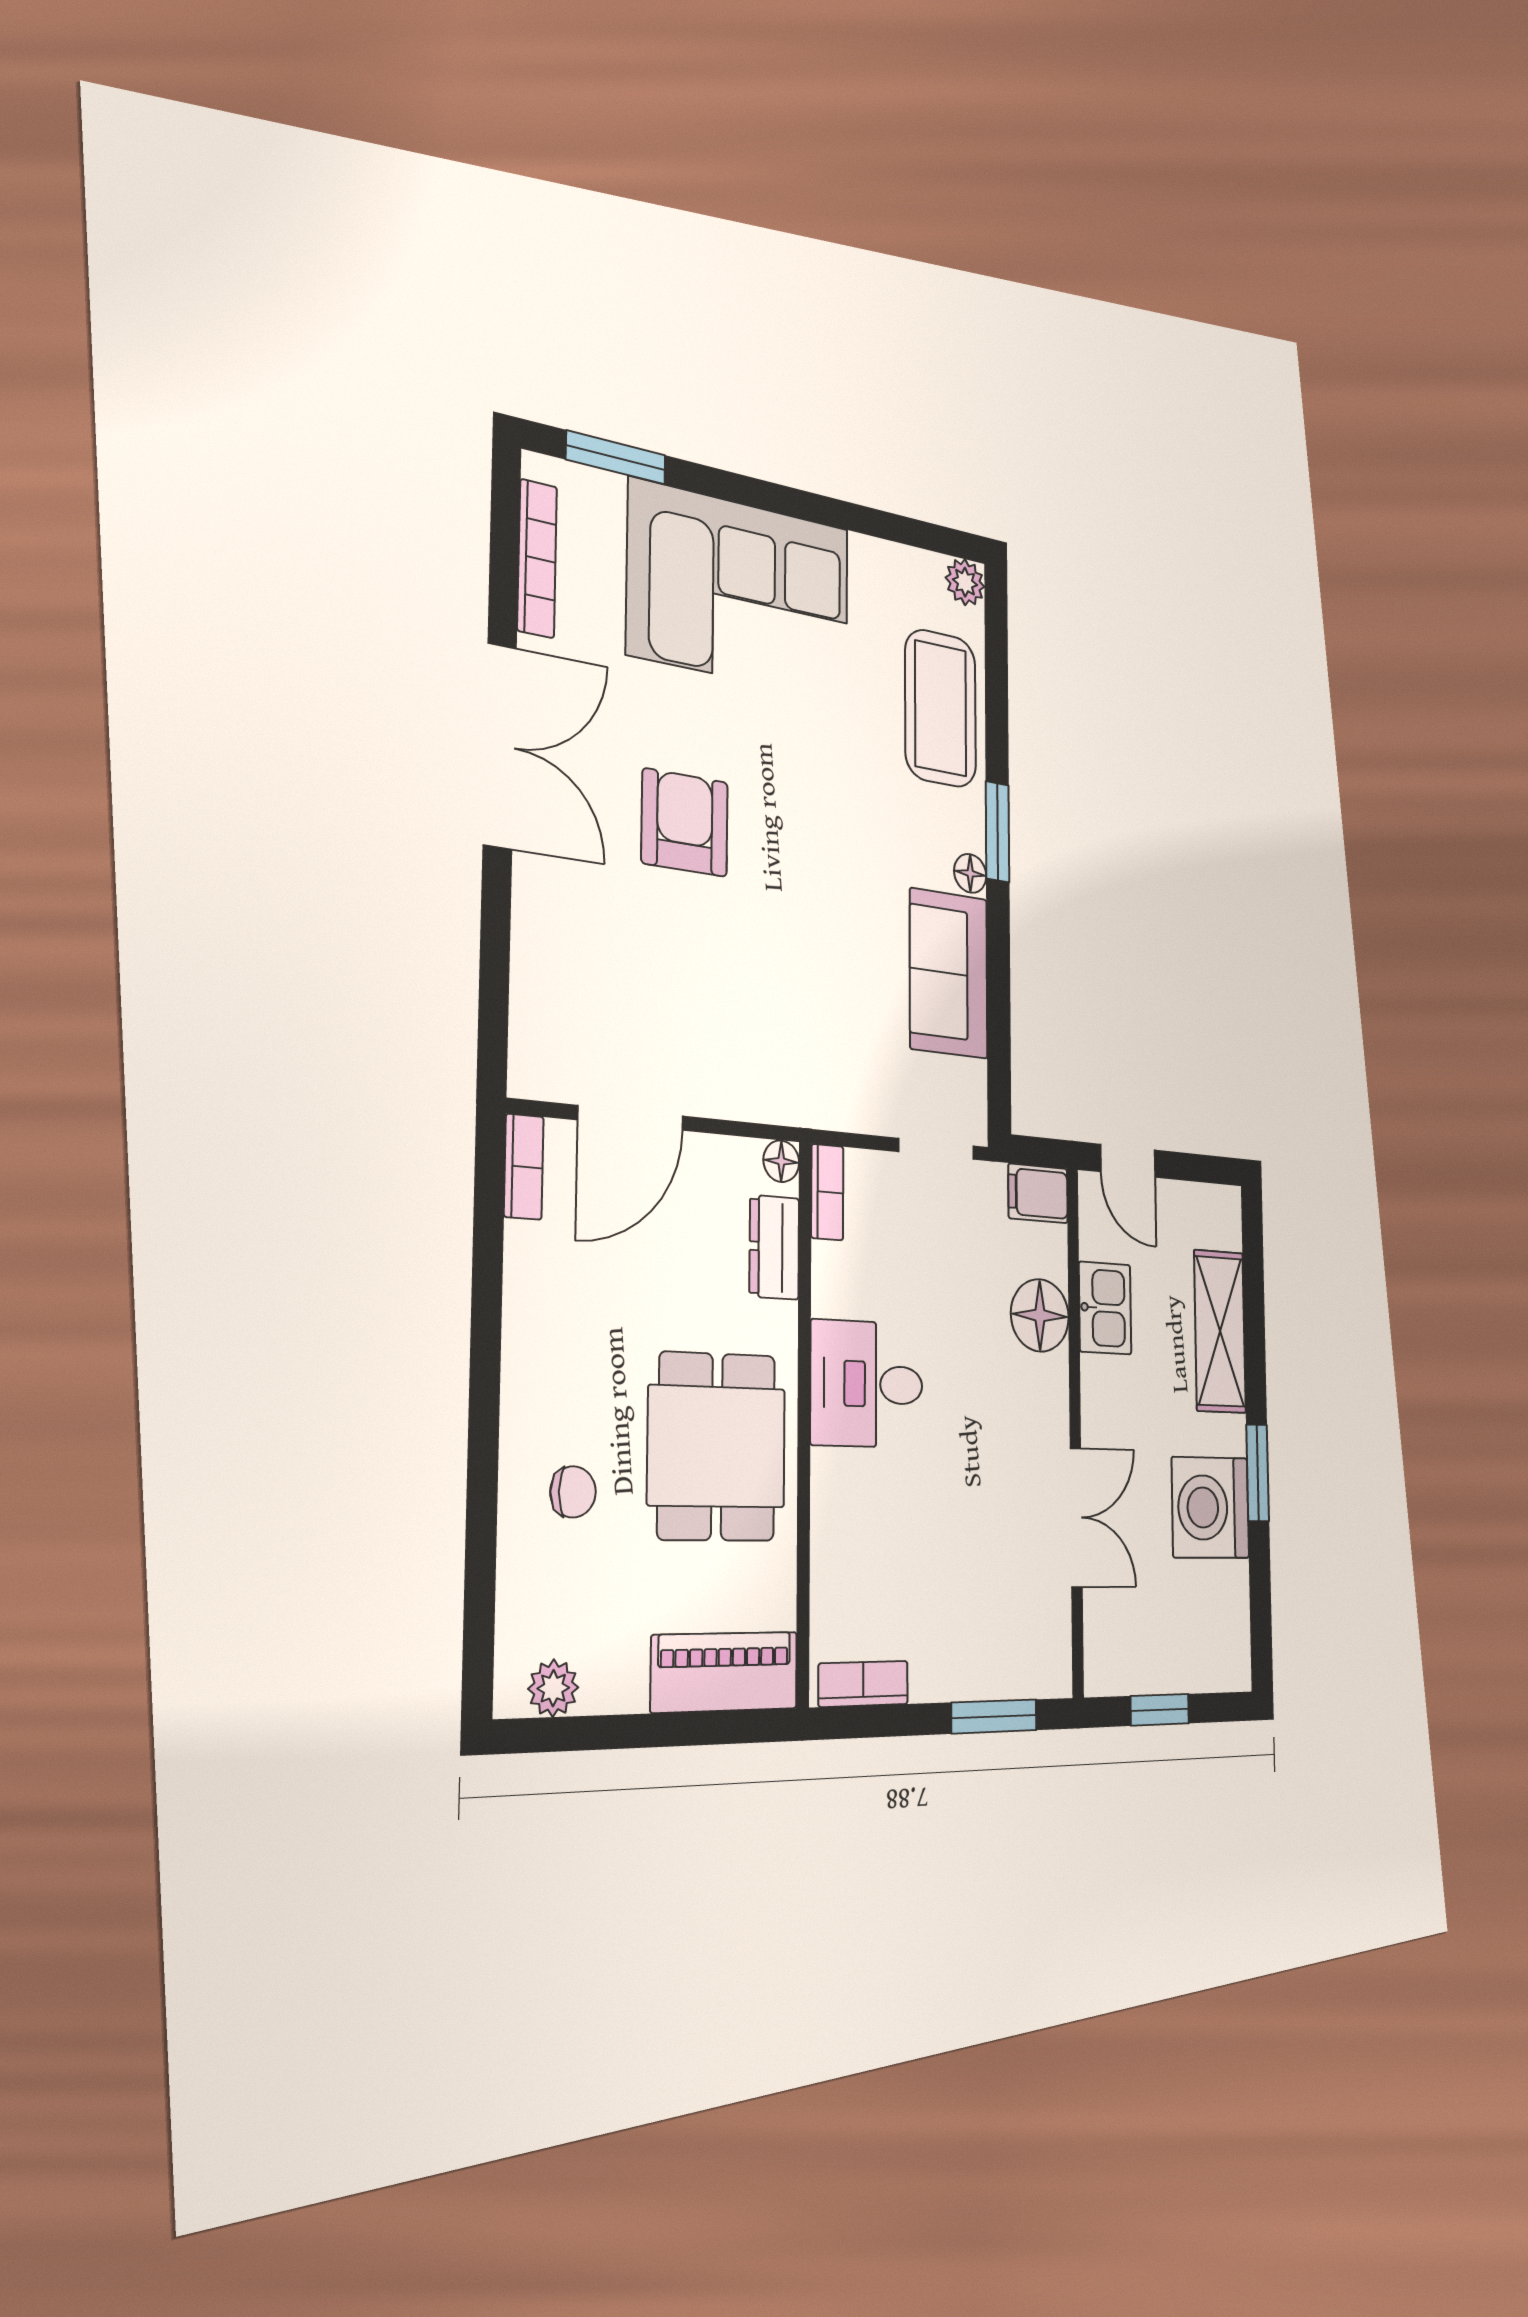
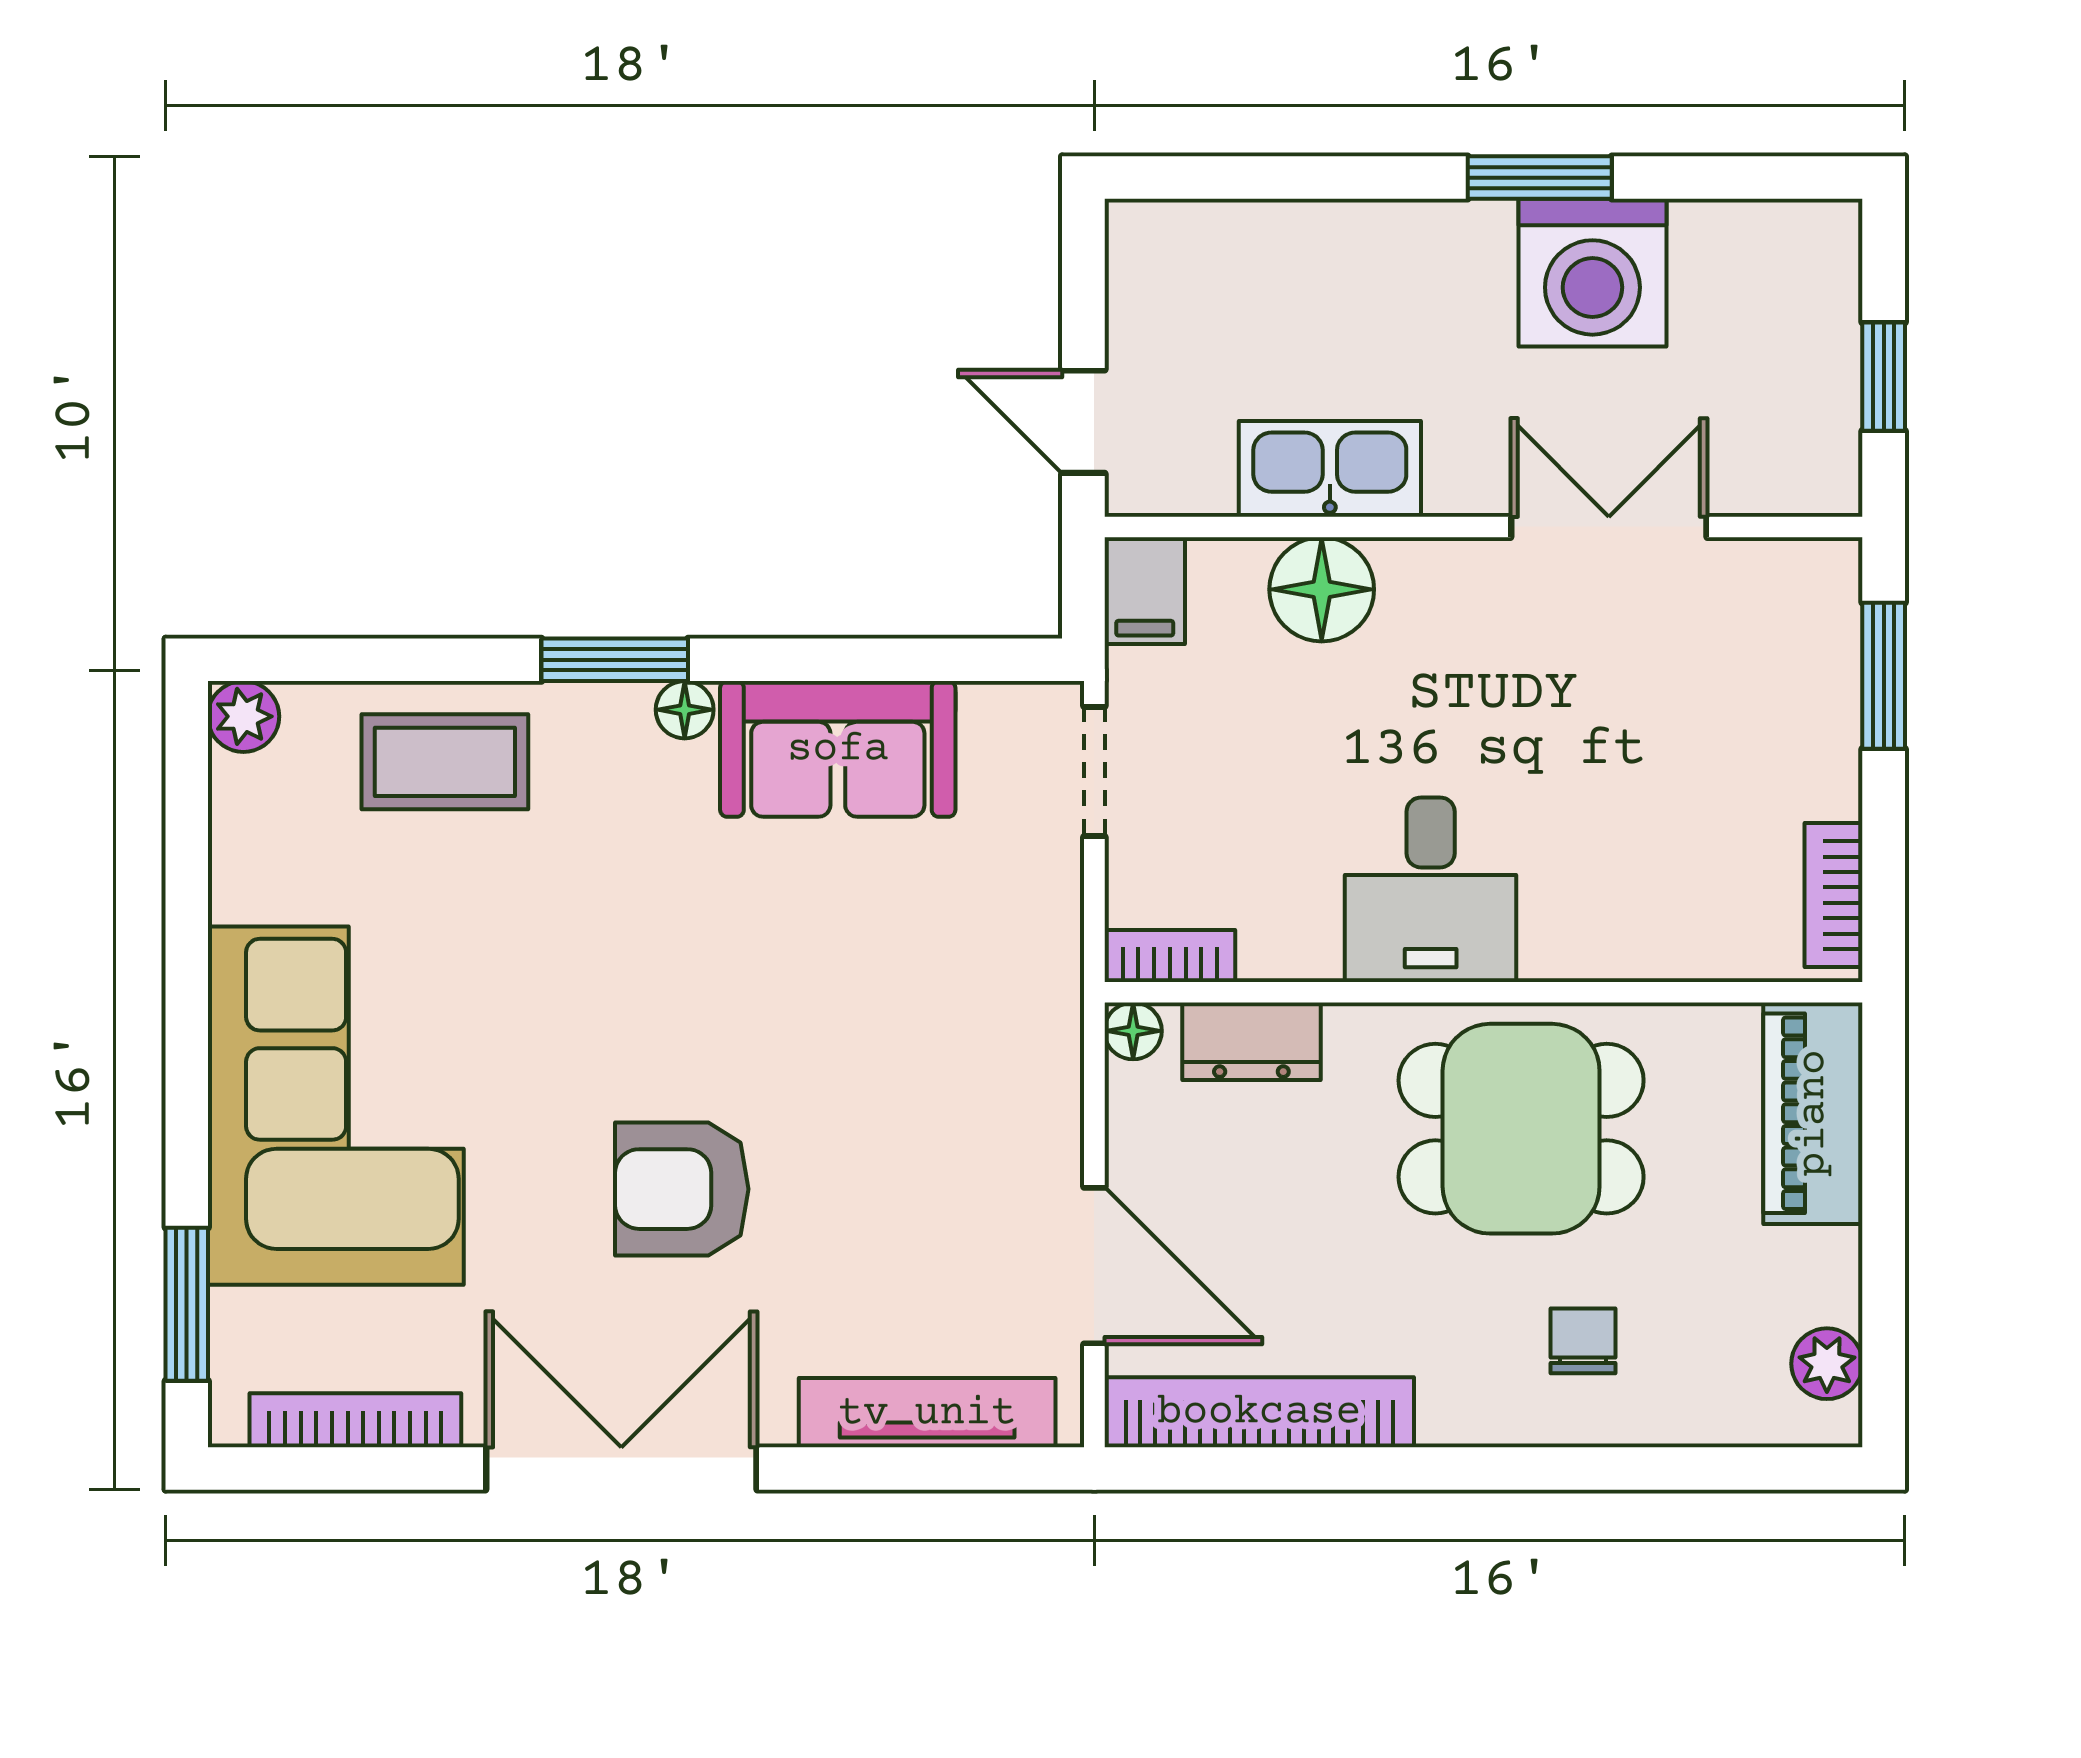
coffee table: (941, 708) -> (445, 762), width x0.73, depth x0.76
tv unit: (533, 981) -> (927, 1413), added
door: (1128, 1161) -> (1083, 422), swing flipped
bookcase: (524, 1167) -> (1259, 1412), width x2.31, depth x1.31
kitchen sink: (1105, 1308) -> (1330, 469), width x1.38
shelving: (1220, 1331) -> (1329, 247), removed

